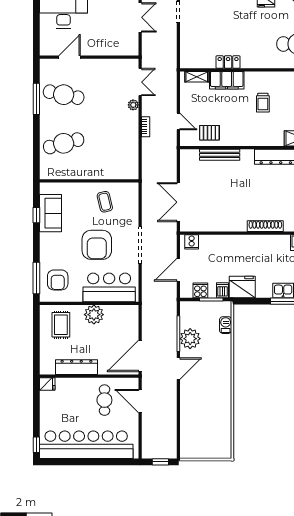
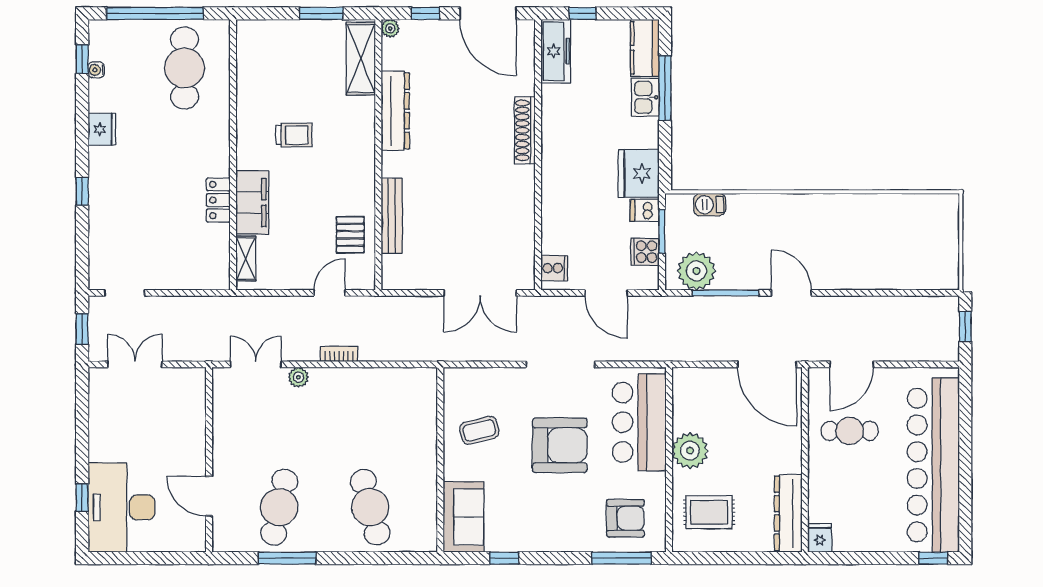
sofa: (50, 213) -> (463, 517), moved, turned 90
plant: (190, 339) -> (696, 271), moved
dresser: (76, 367) -> (788, 513), moved

